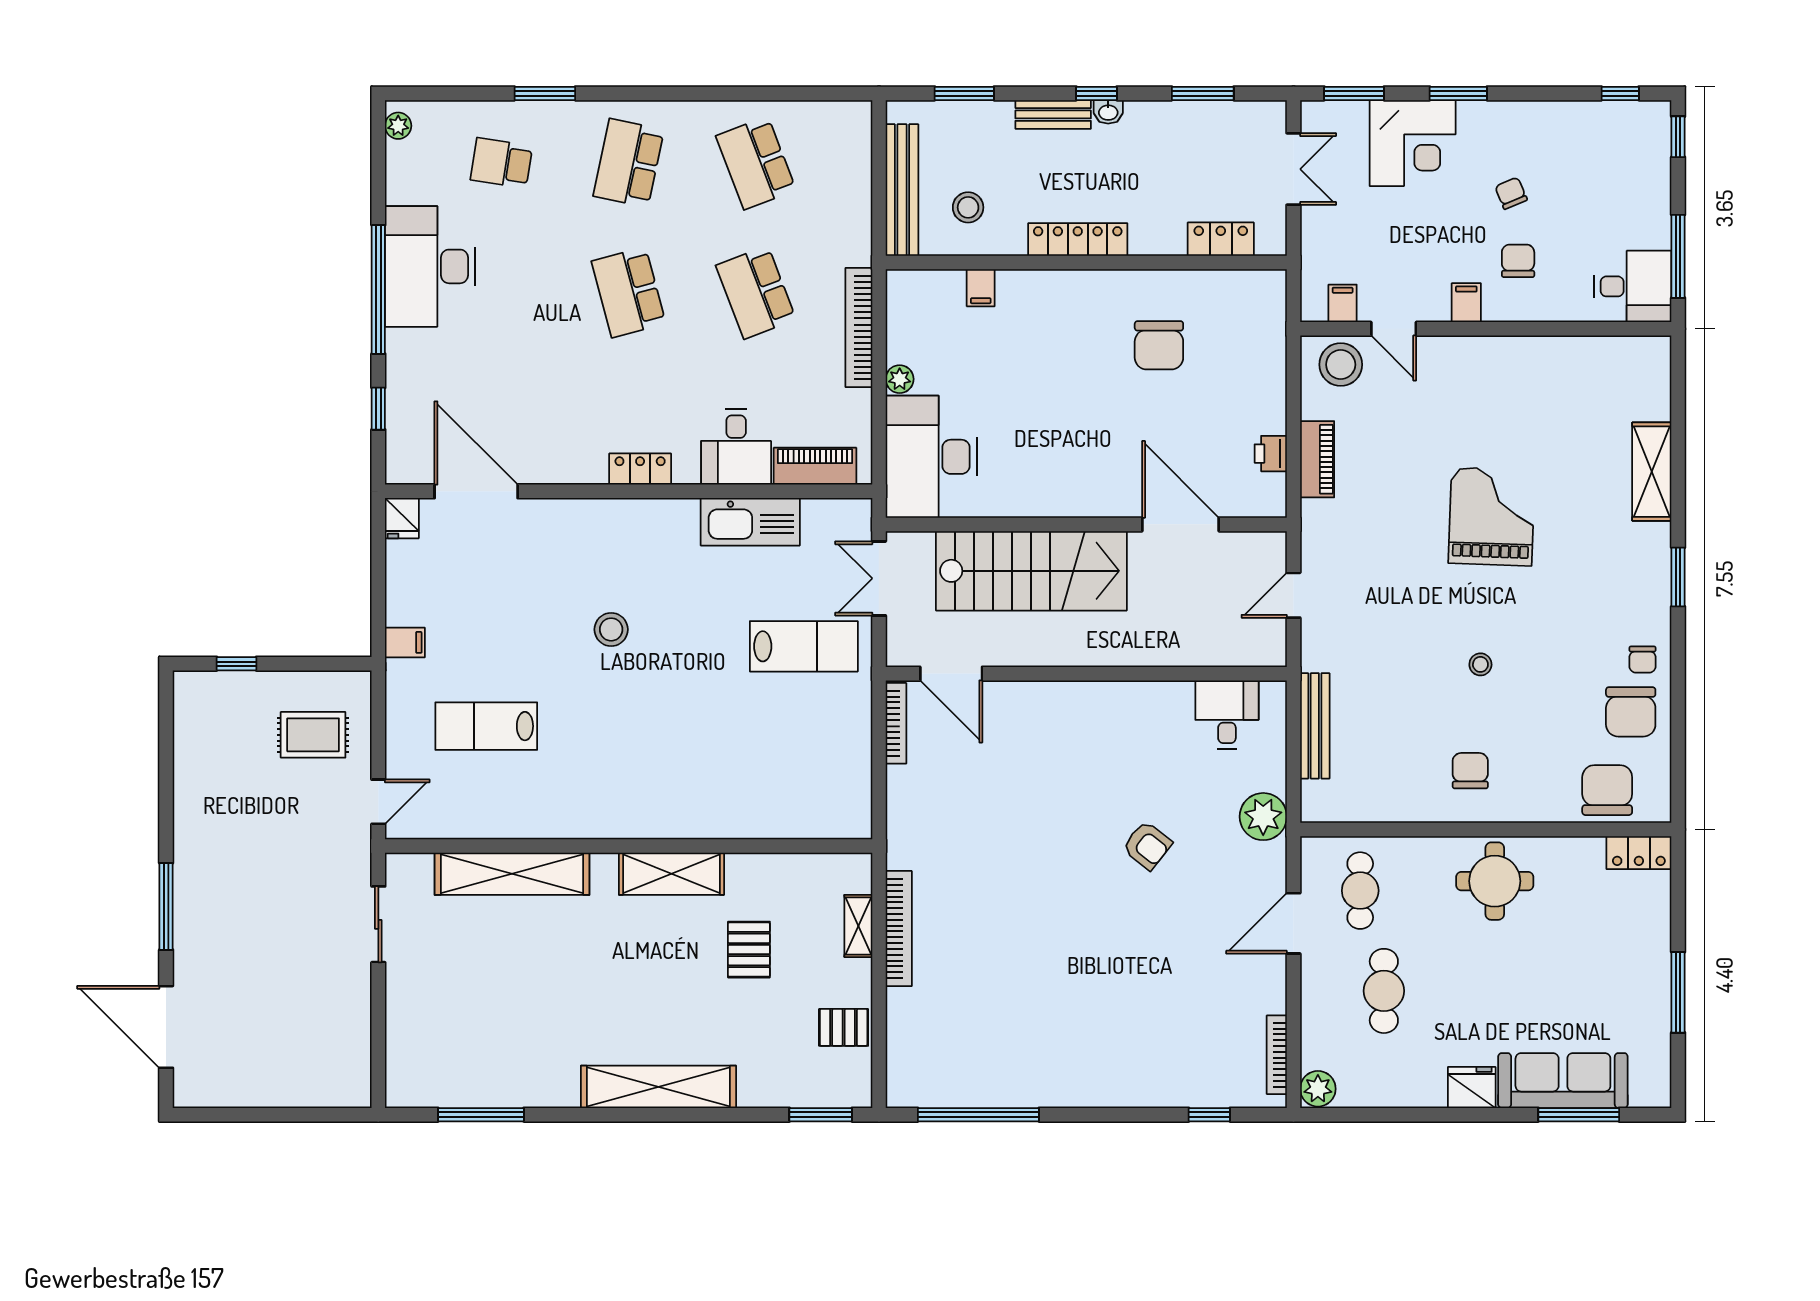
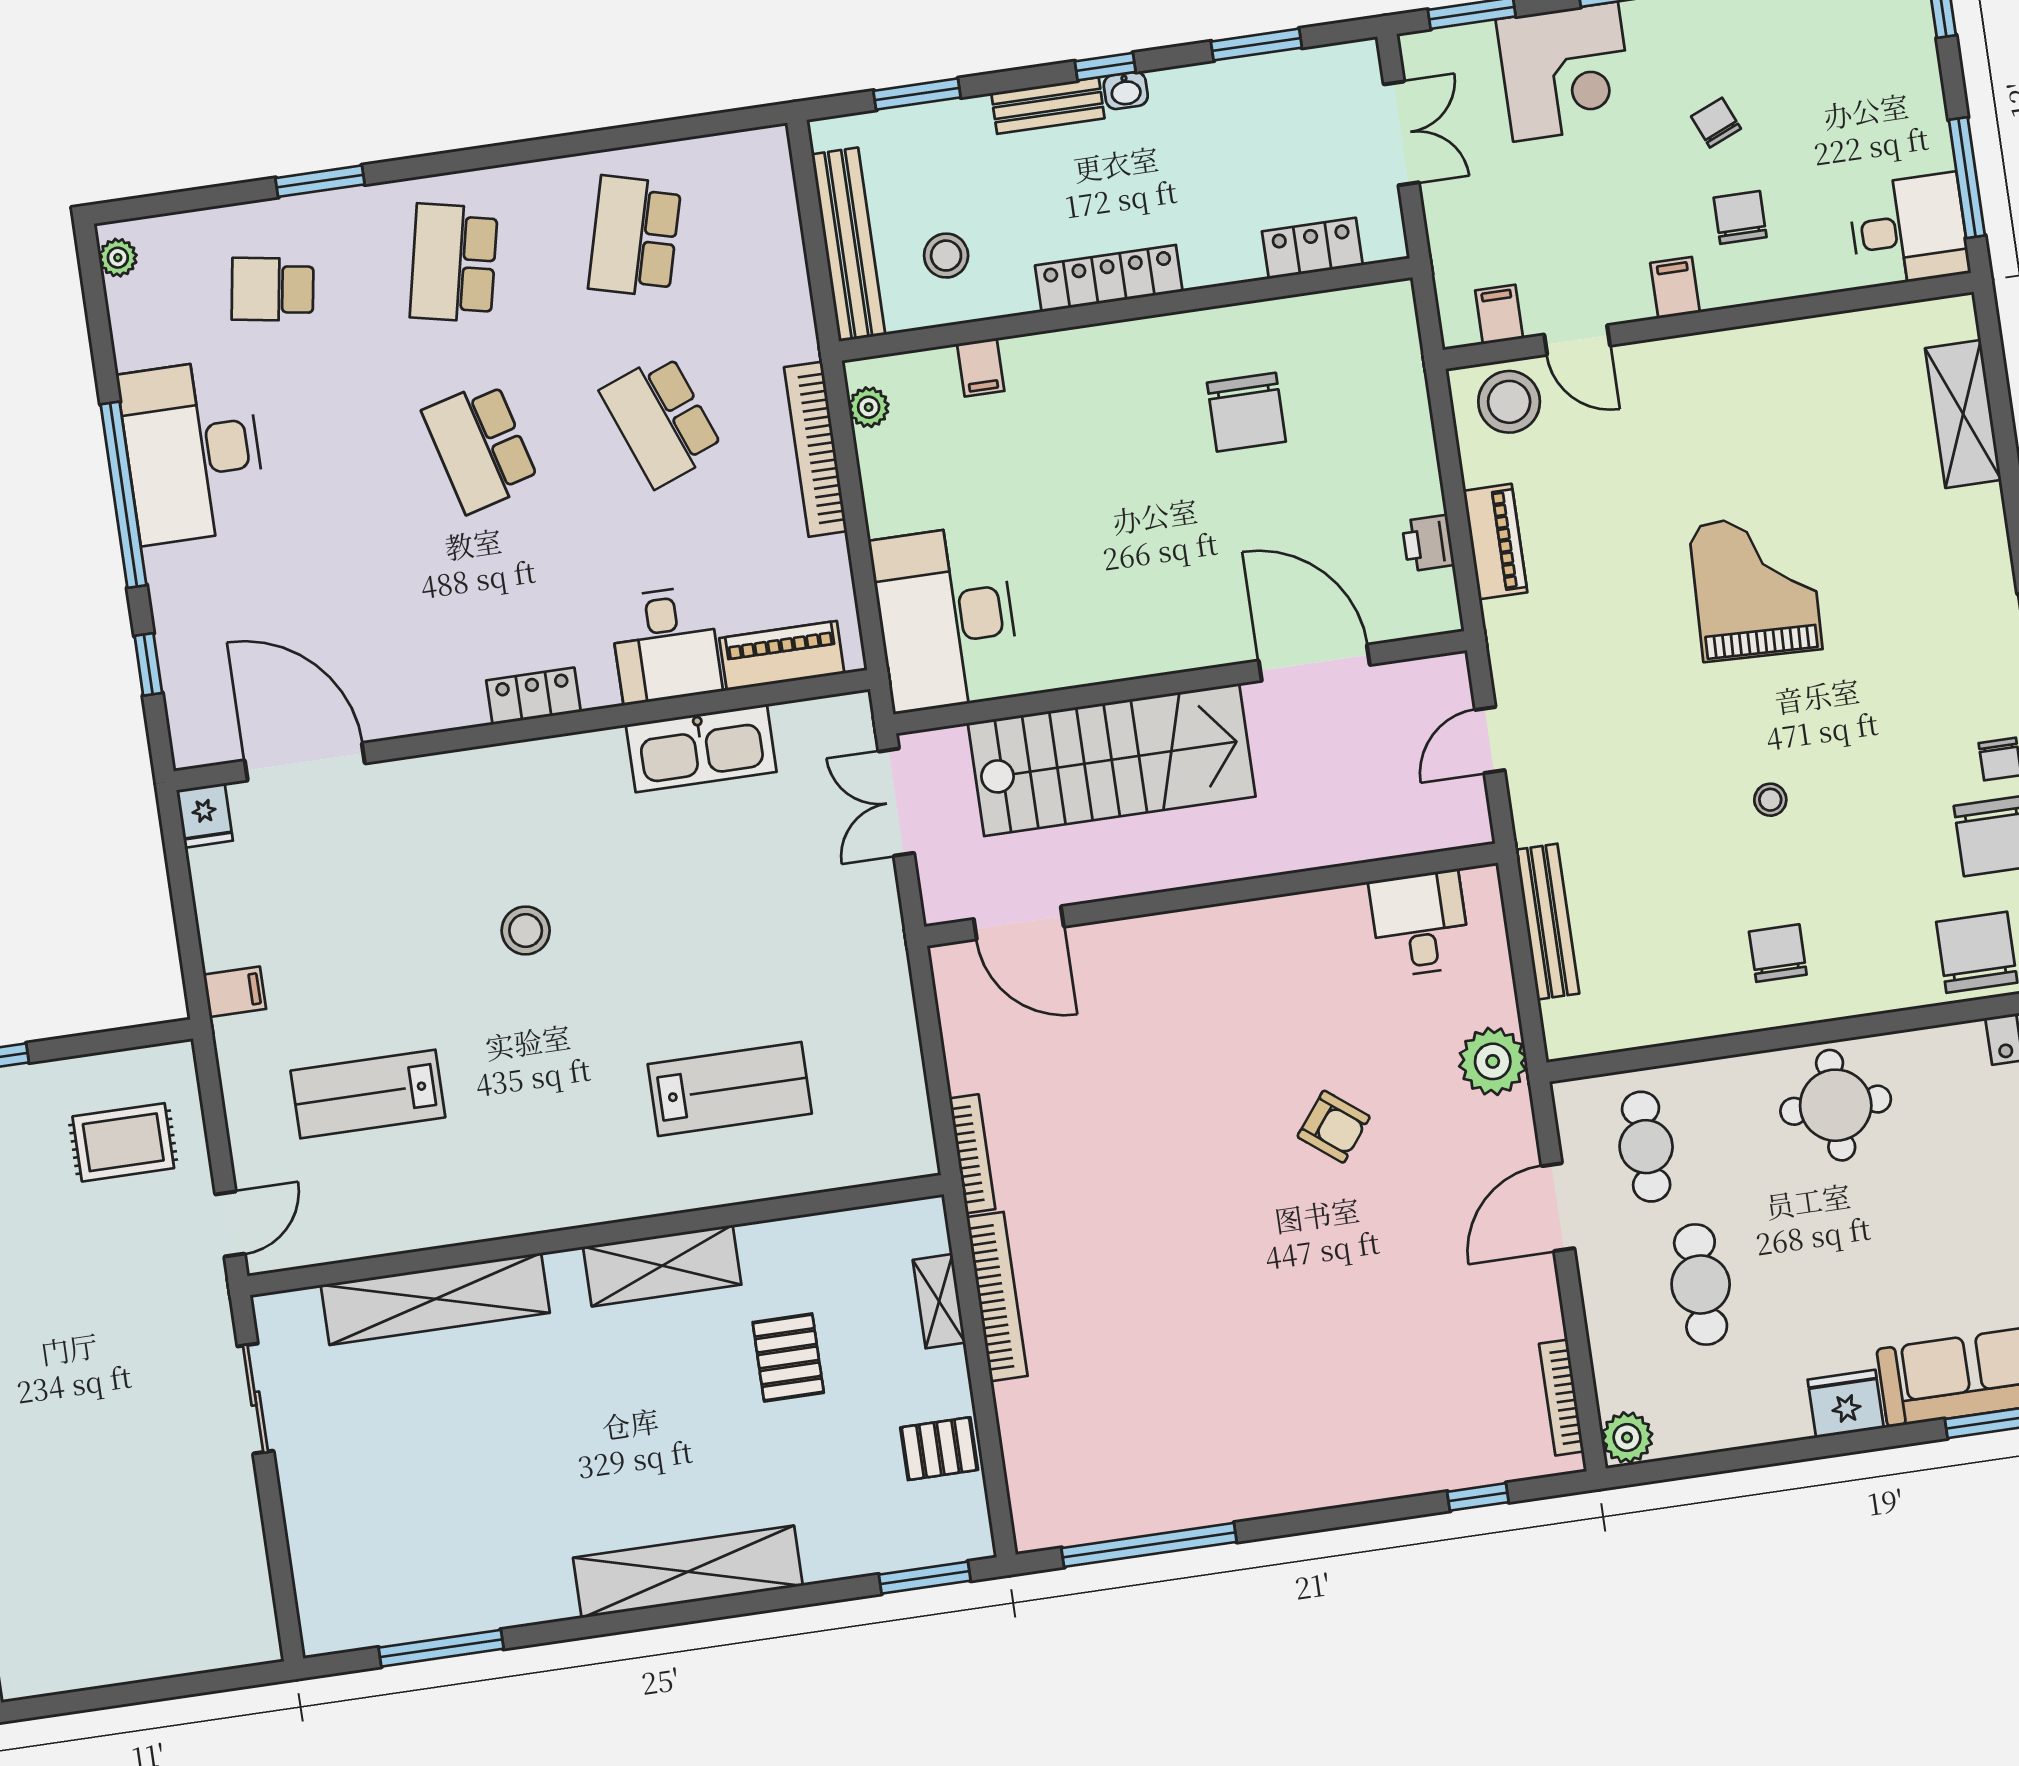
school desk: (756, 163) -> (635, 236), turned 36
plant: (900, 379) -> (869, 407), moved
shelving: (1652, 472) -> (1963, 414), moved
lab bench: (804, 646) -> (730, 1089), moved
bookcase: (896, 723) -> (972, 1154), moved

